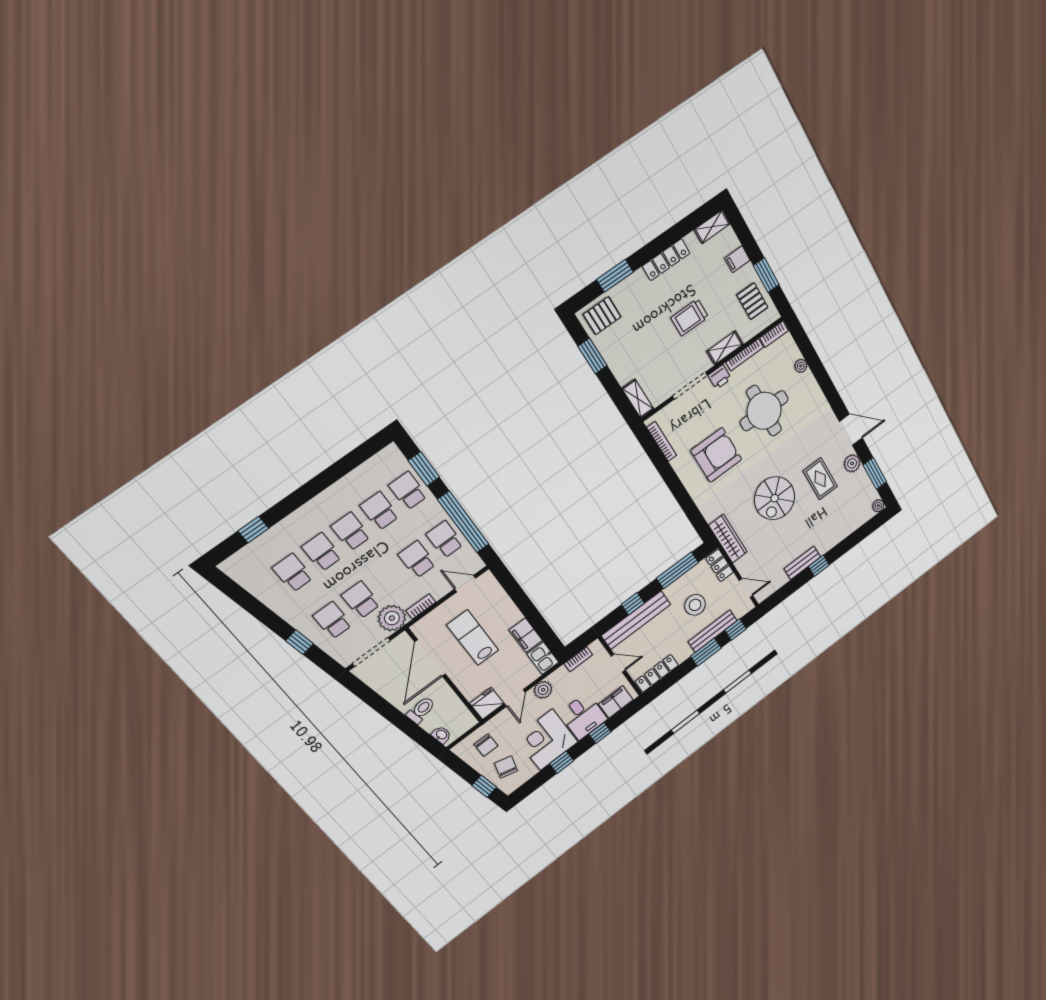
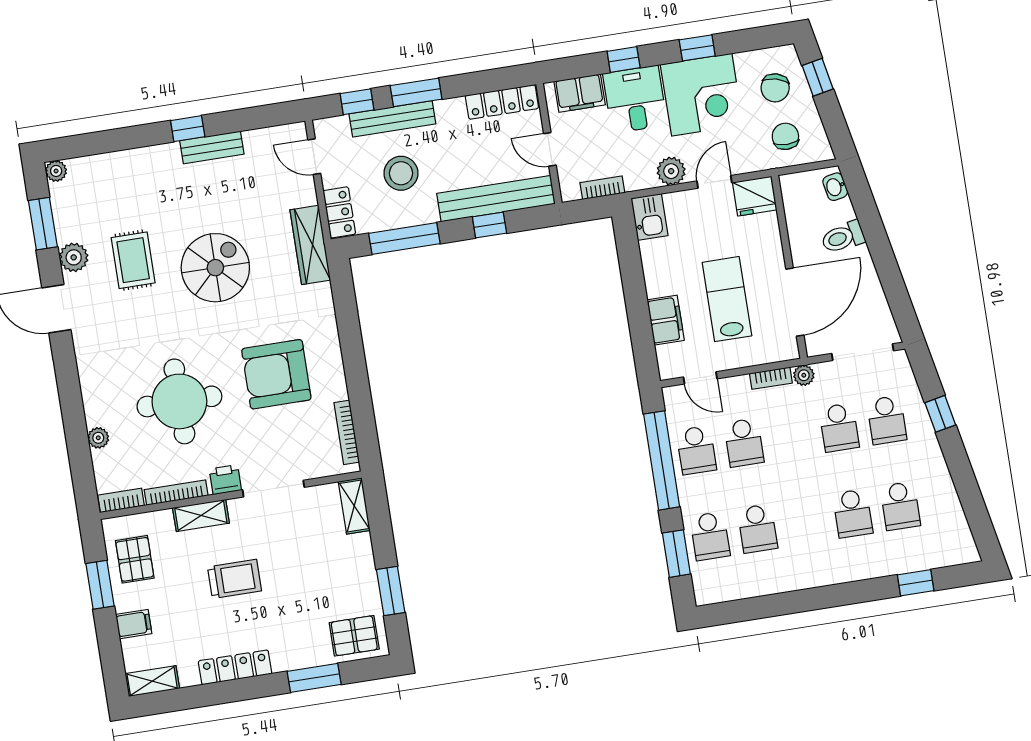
school desk: (351, 531) -> (805, 521), removed
plant: (392, 618) -> (804, 375), width x0.53, depth x0.53
filing cabinet: (526, 635) -> (666, 320), moved
lab bench: (473, 638) -> (727, 299), turned 180

